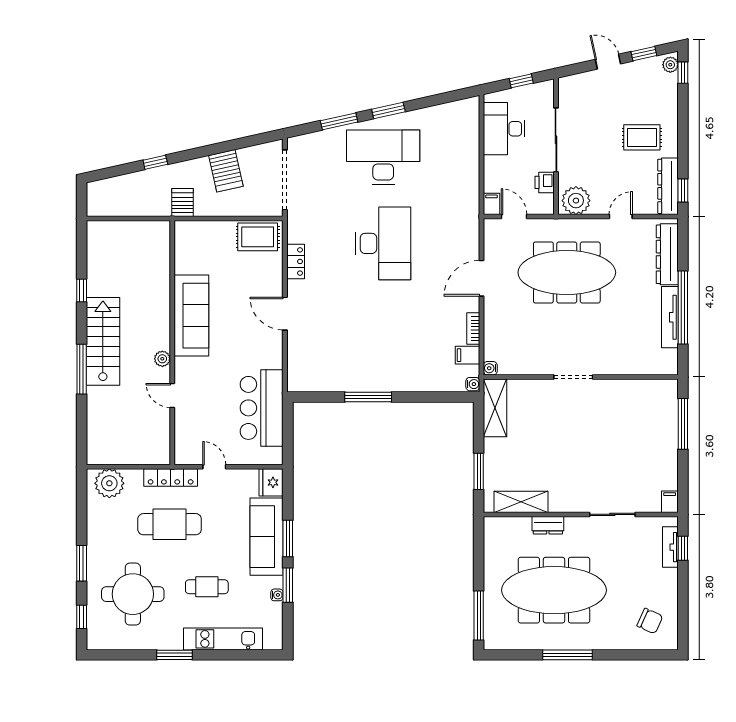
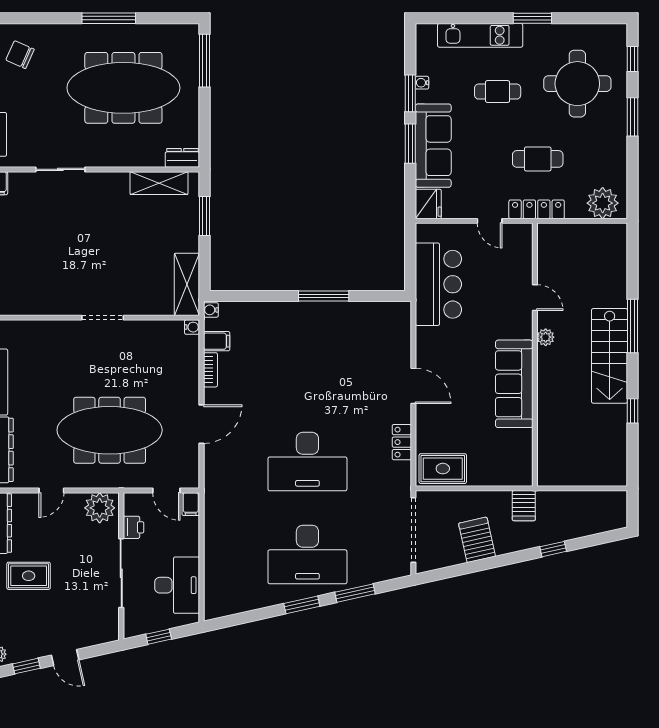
desk: (383, 243) -> (307, 462), turned -90
cafe table: (170, 524) -> (538, 159), width x0.73, depth x0.74
dresser: (548, 525) -> (182, 158), moved

